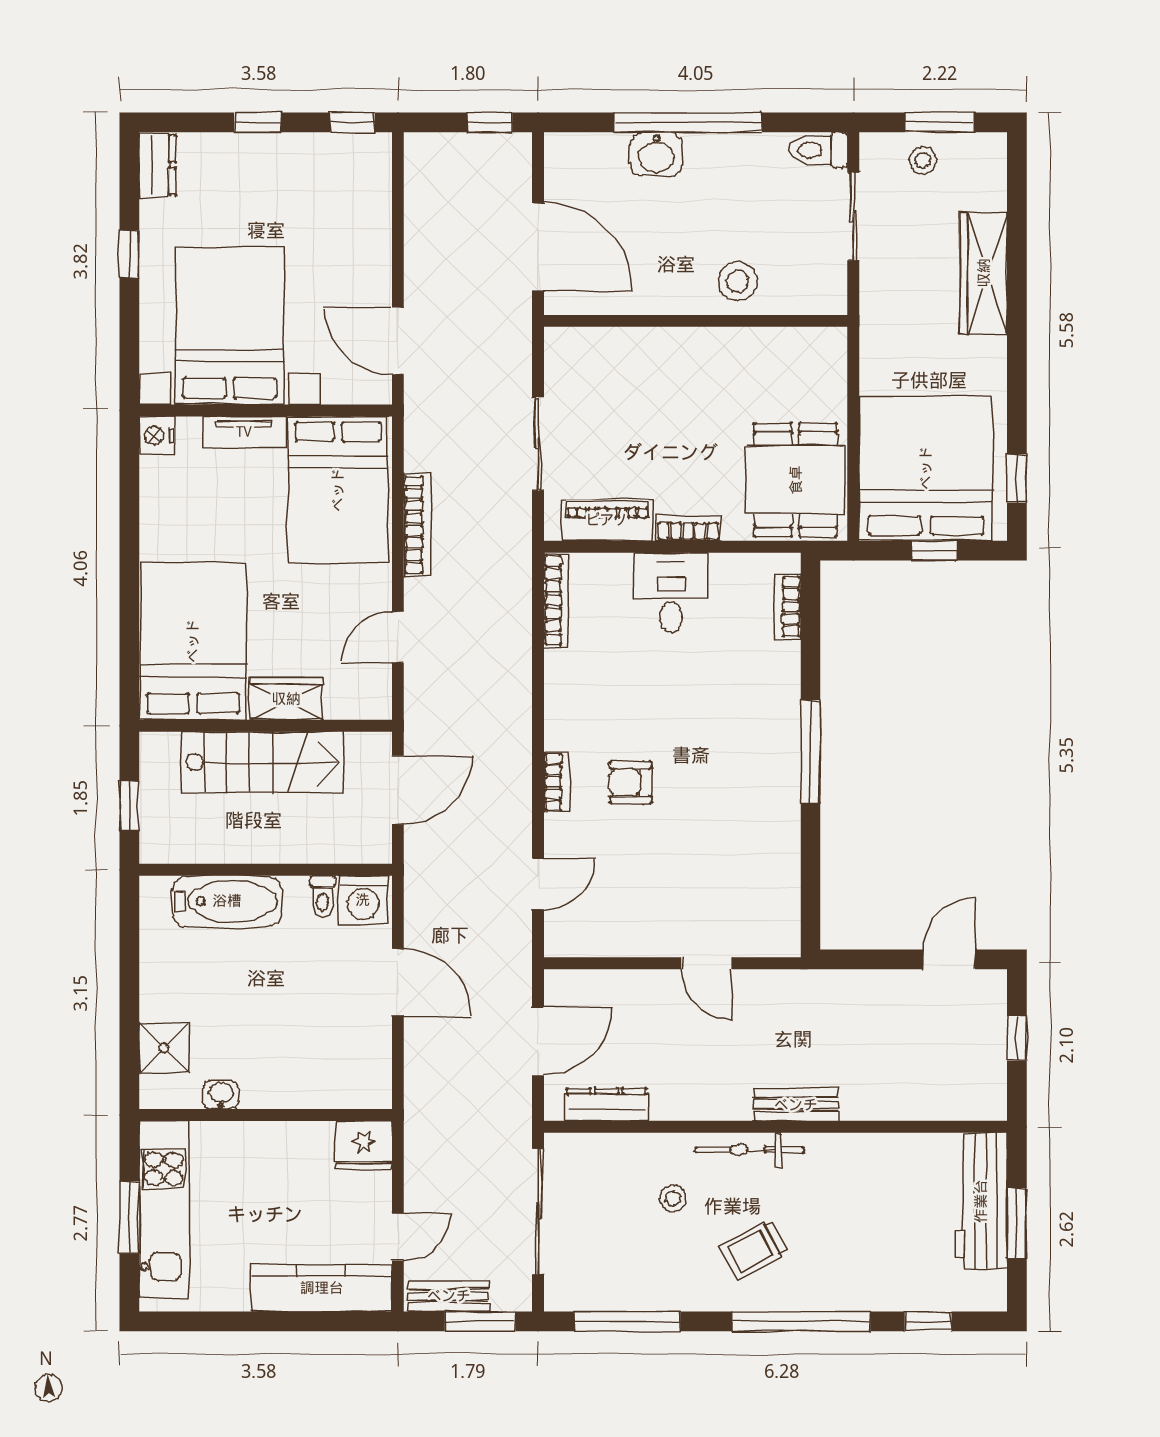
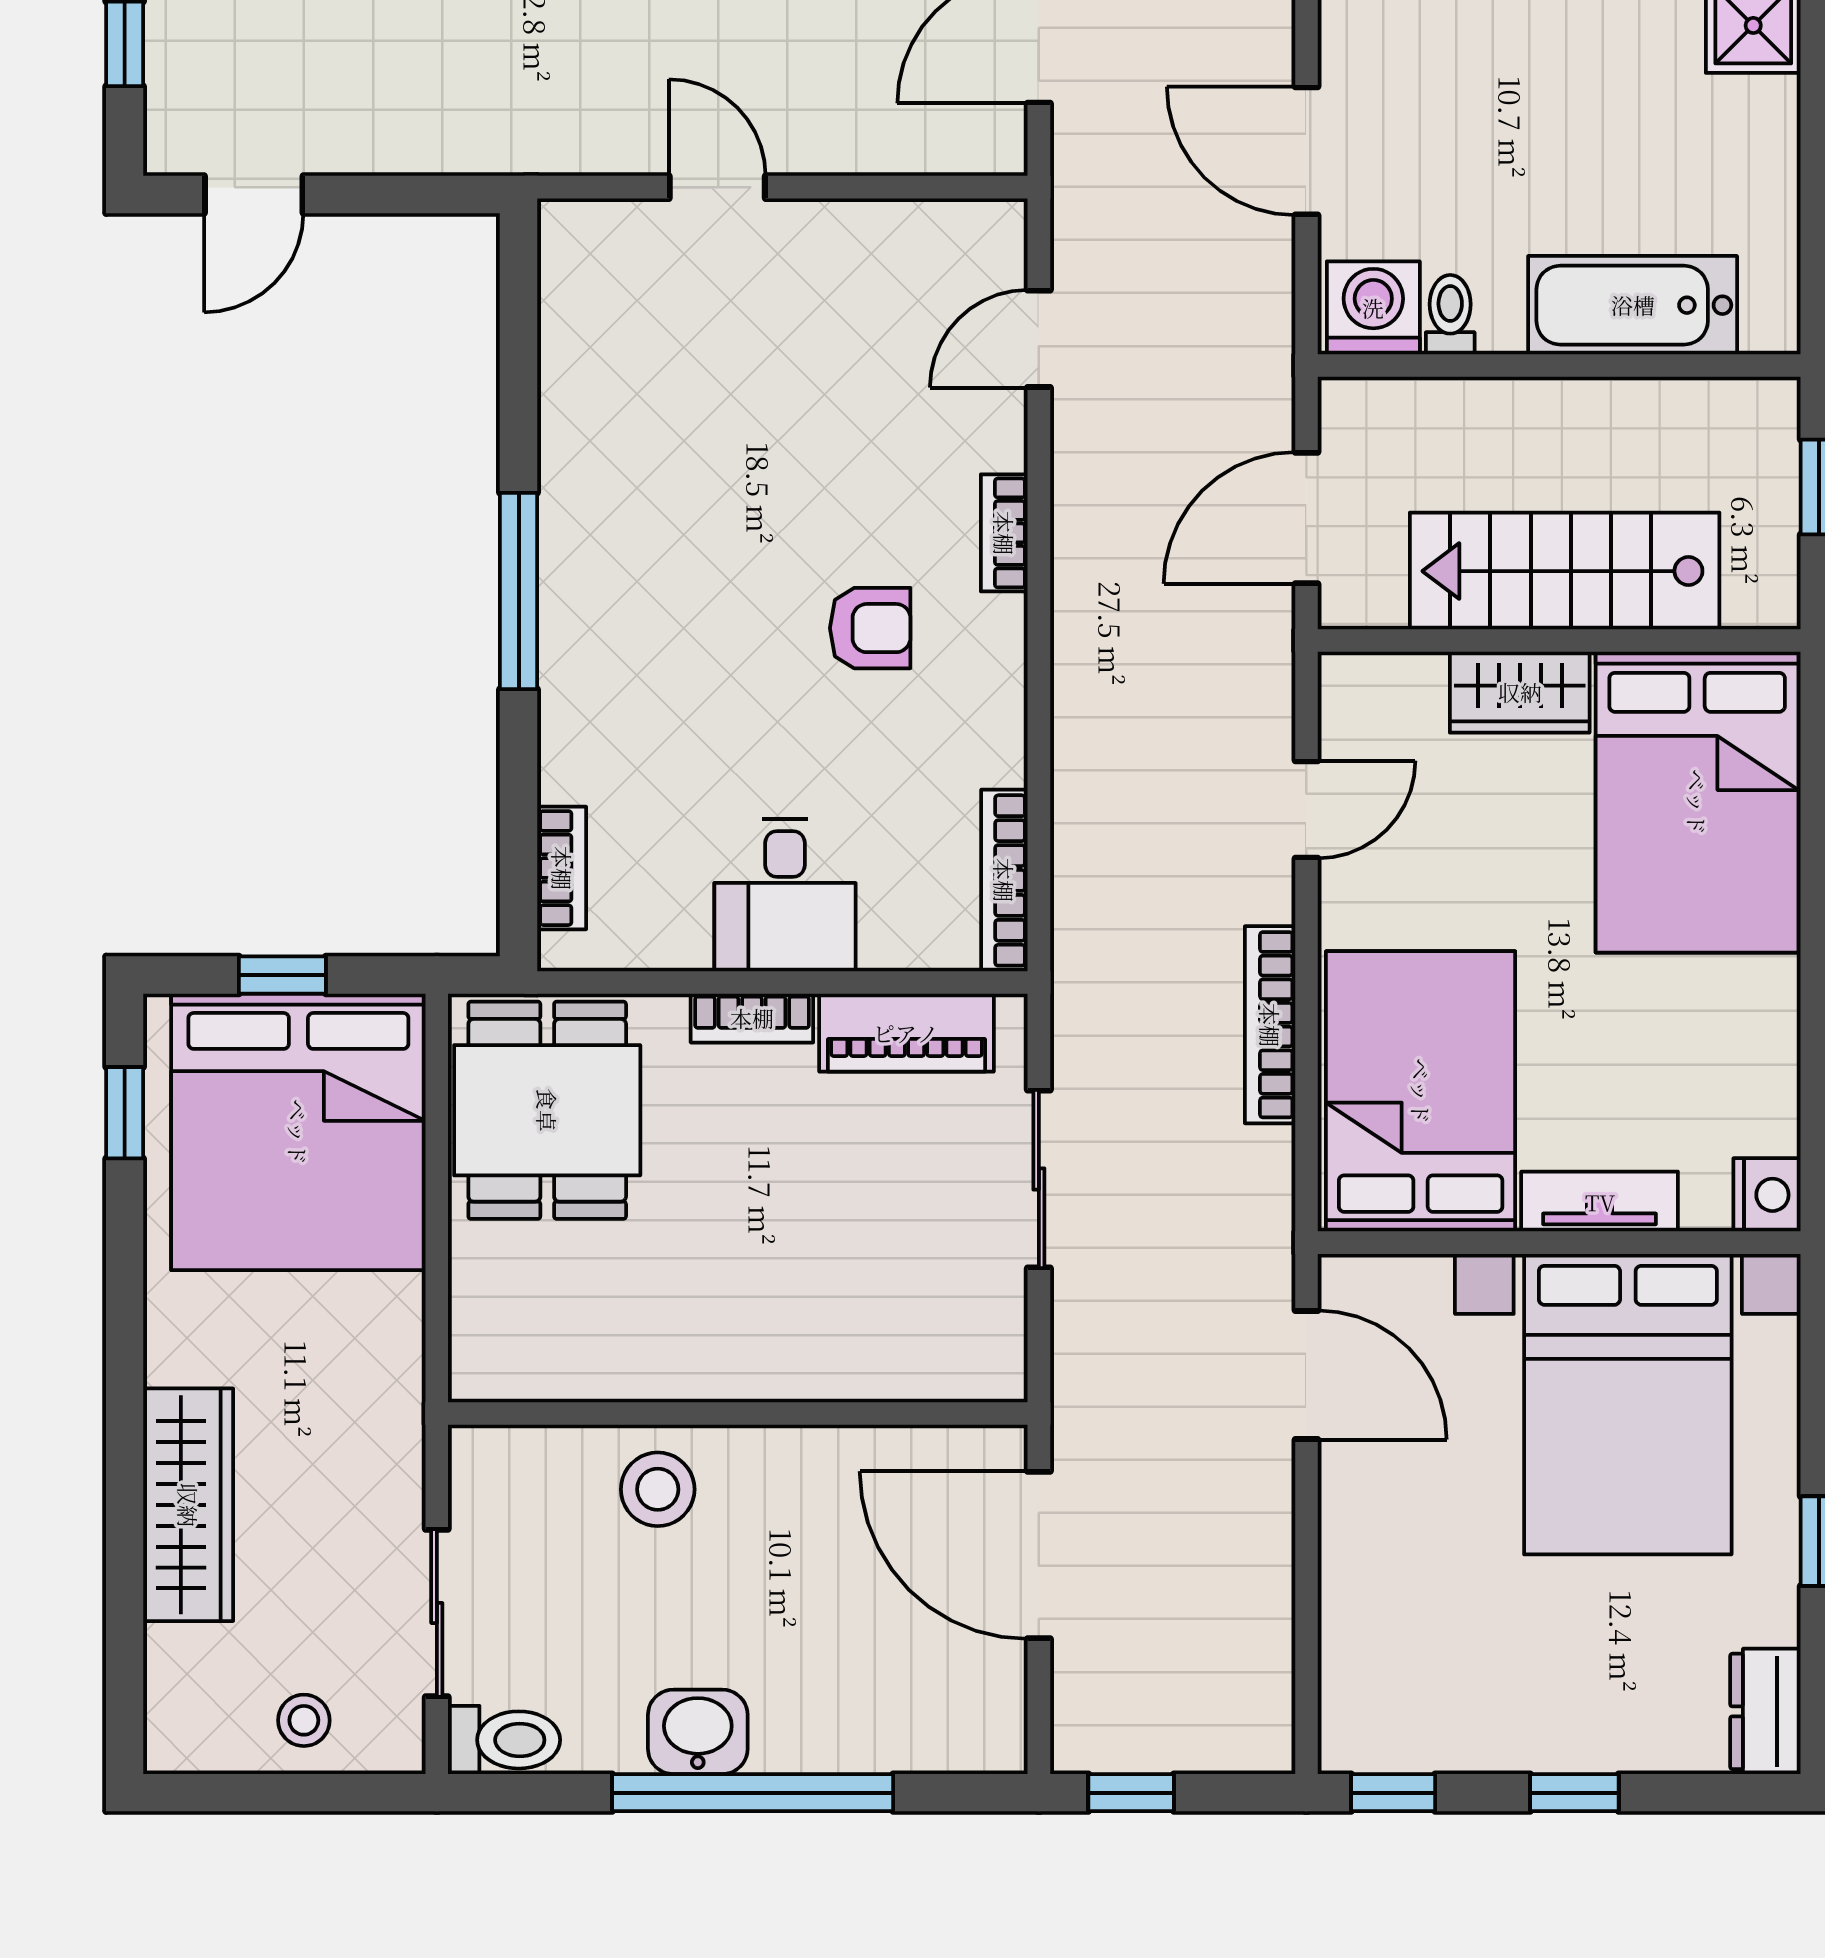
window: (939, 122) -> (273, 1793), removed
washbasin: (656, 154) -> (698, 1732), moved
armchair: (631, 783) -> (870, 628), moved

